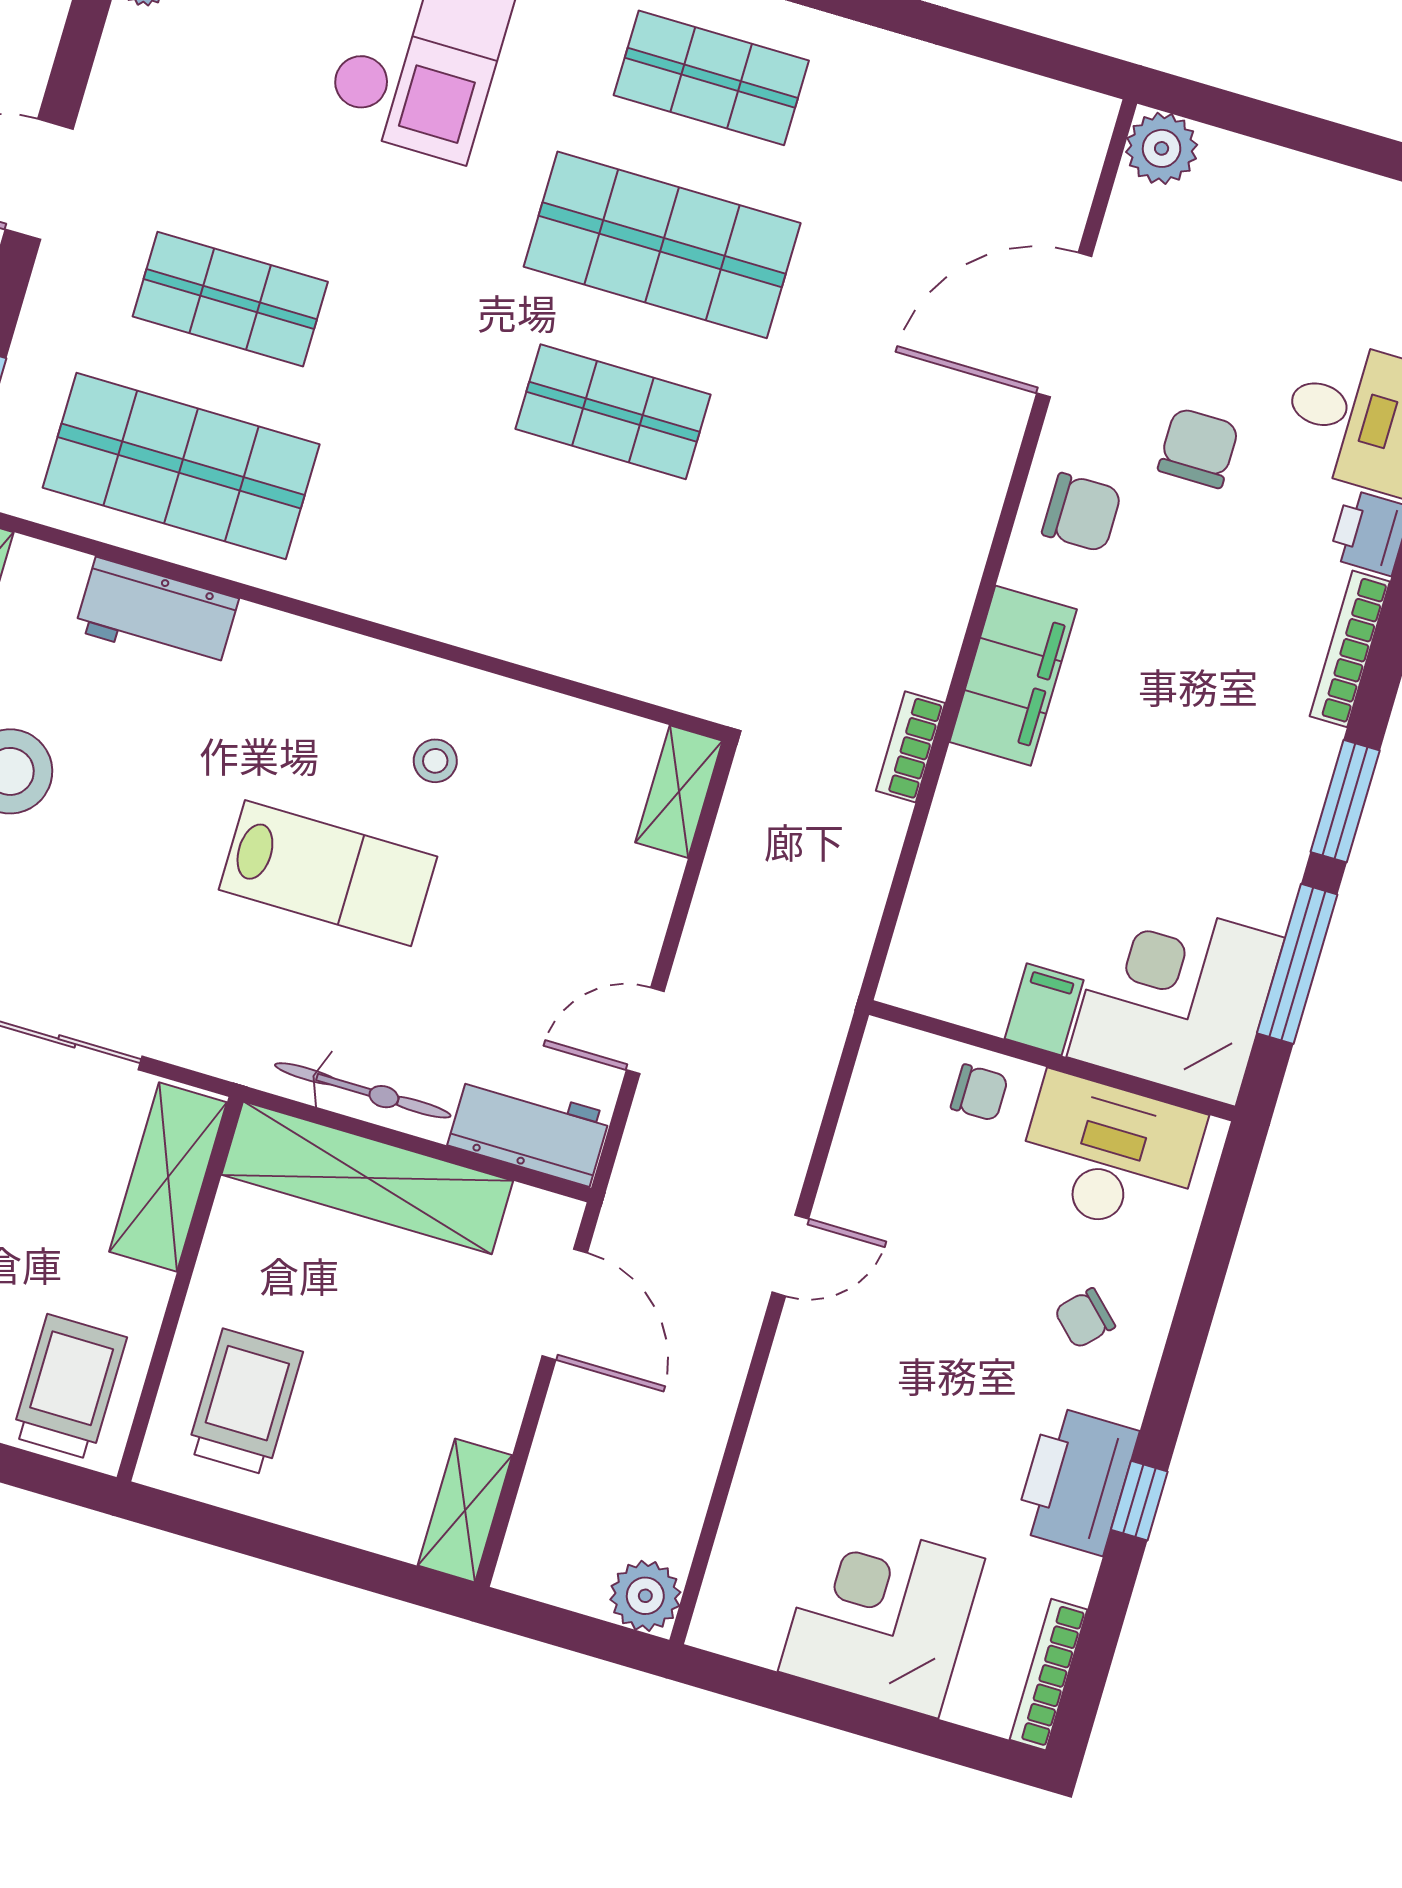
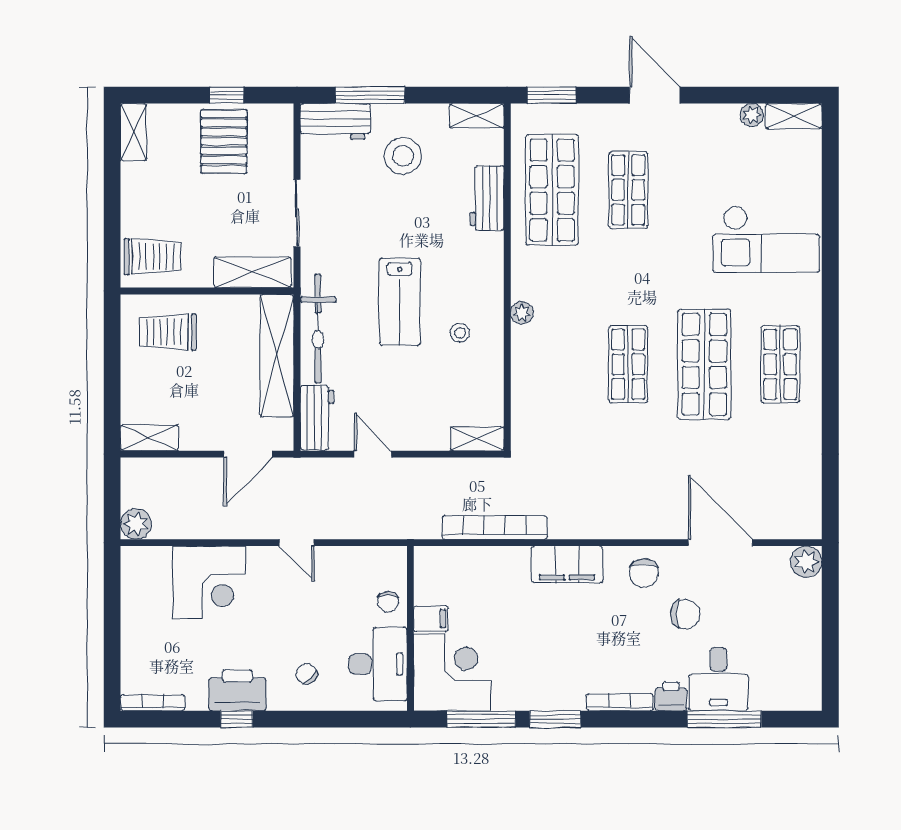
plant: (431, 612) -> (522, 313), added
bookcase: (910, 747) -> (495, 527), width x2.31, depth x1.31
bicycle: (363, 1090) -> (318, 328), width x1.37, depth x1.40
trolley: (245, 1402) -> (168, 332), turned 180
corner desk: (881, 1615) -> (209, 582), moved, turned 90

